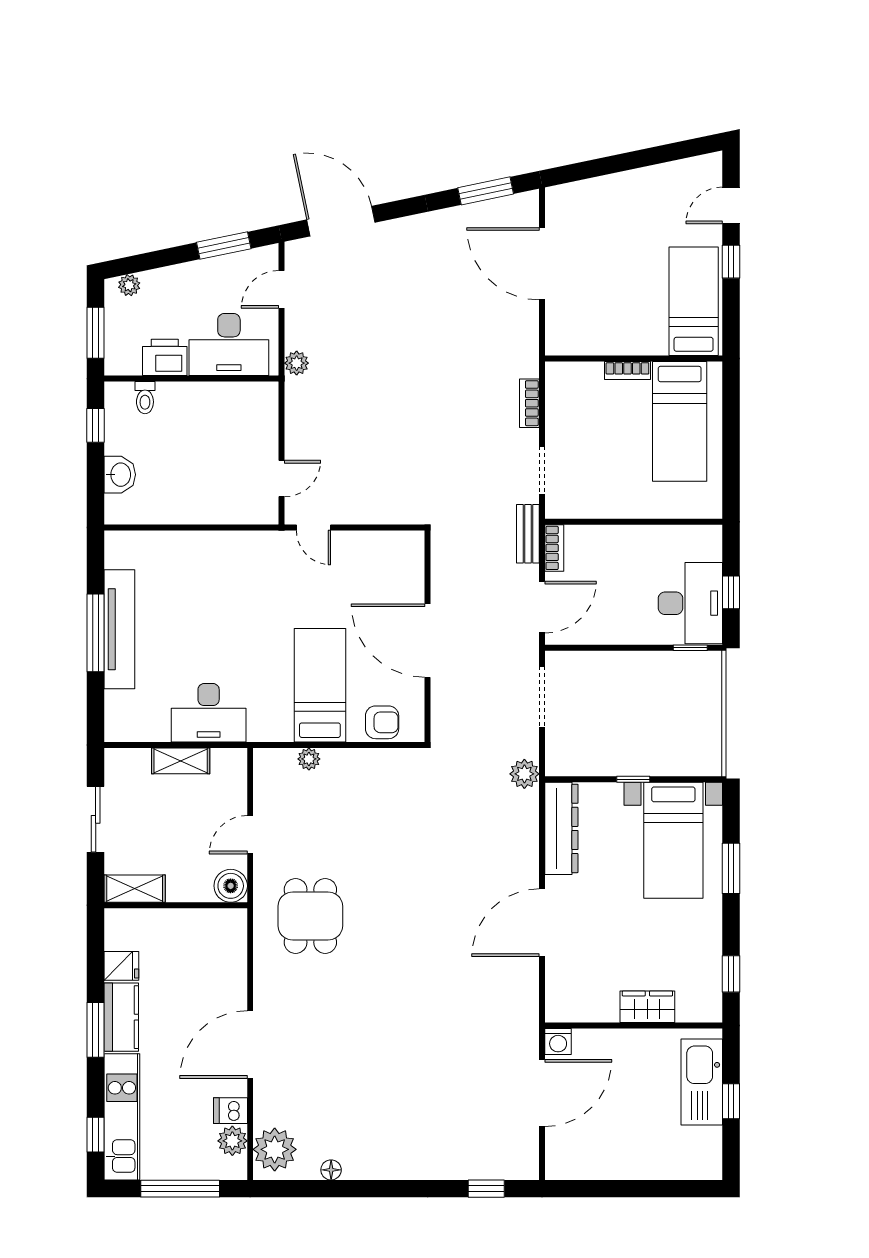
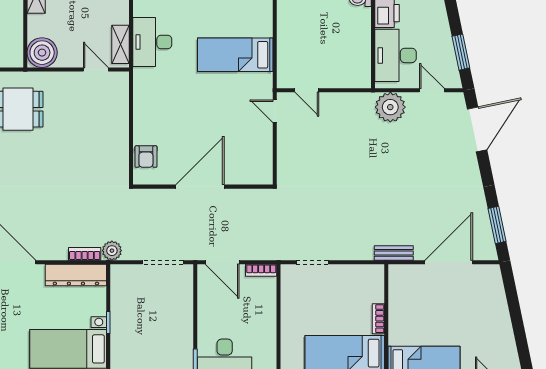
plant: (297, 363) -> (390, 107), width x1.88, depth x1.88
bookcase: (529, 403) -> (85, 254), moved
door: (313, 527) -> (275, 111), hinge flipped
bench: (528, 534) -> (394, 253), moved
bed: (320, 685) -> (235, 55), moved, turned 180
plant: (309, 759) -> (122, 108), removed
shelving: (181, 761) -> (121, 44), moved
door: (250, 835) -> (96, 69), moved
boiler: (231, 886) -> (42, 53), width x1.37, depth x1.37

